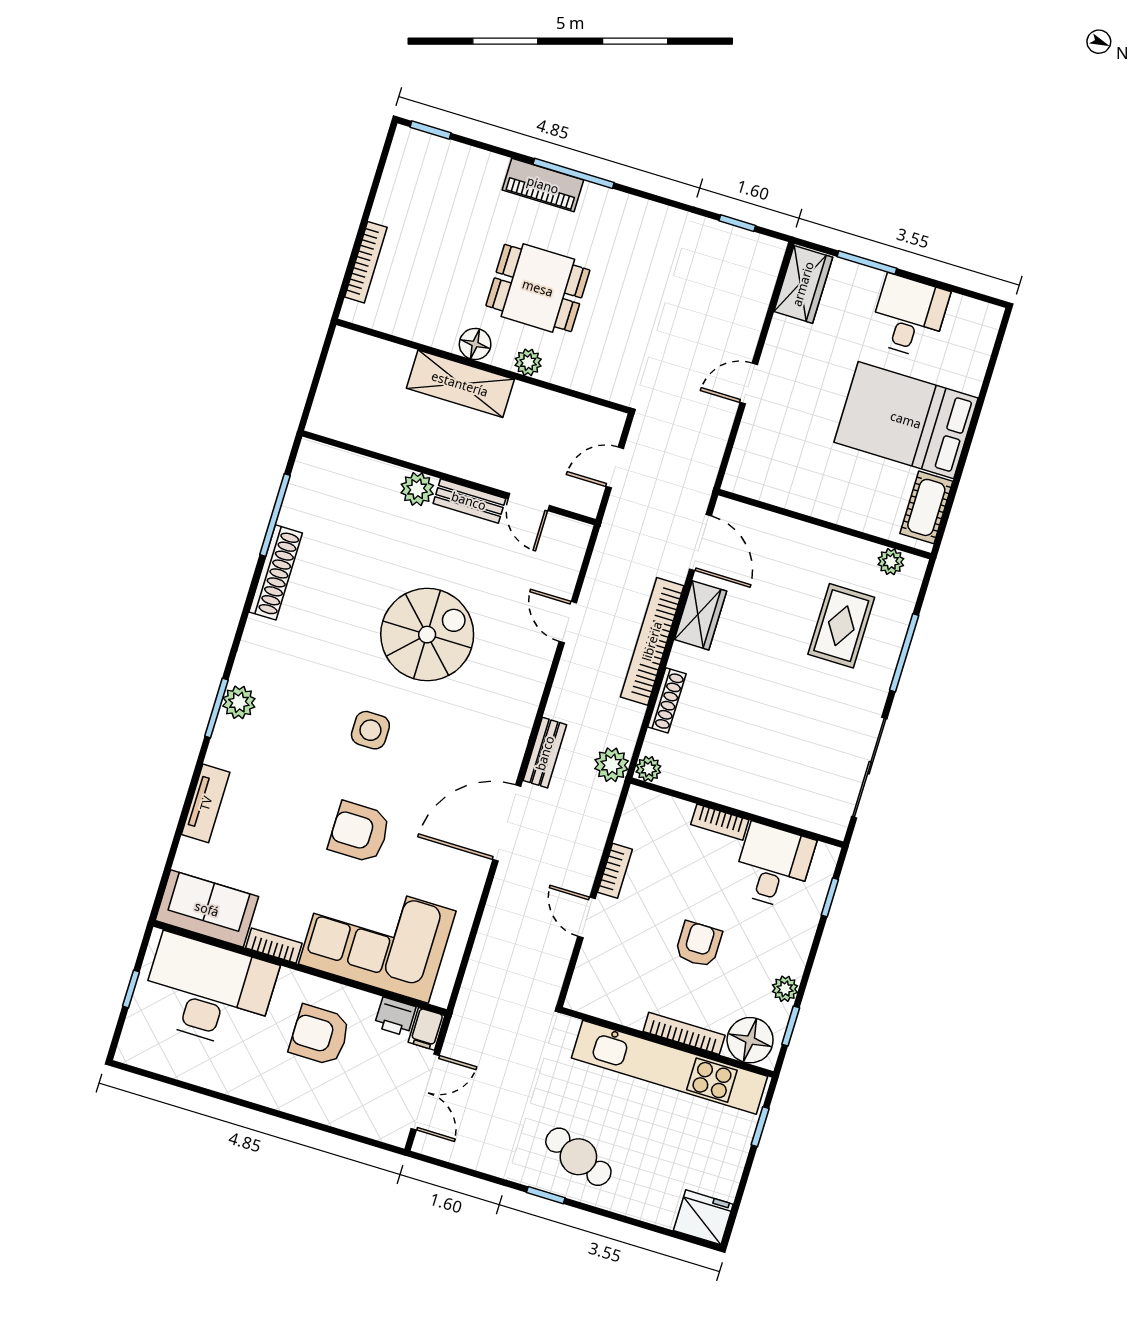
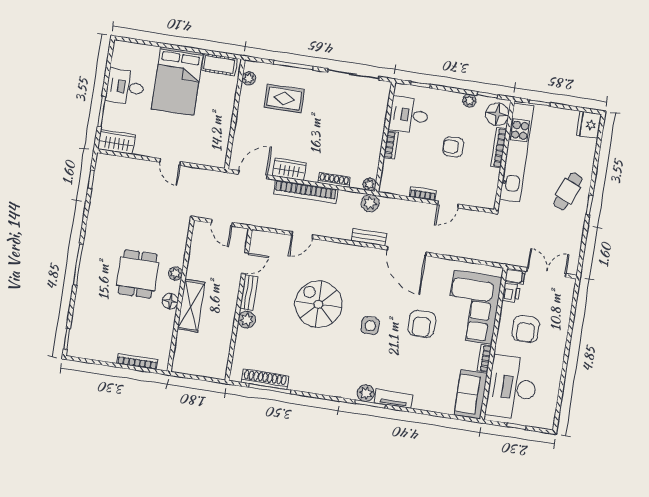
piano: (543, 185) -> (86, 279), removed
shoe rack: (276, 572) -> (265, 379), moved
tv unit: (206, 803) -> (394, 399), moved

